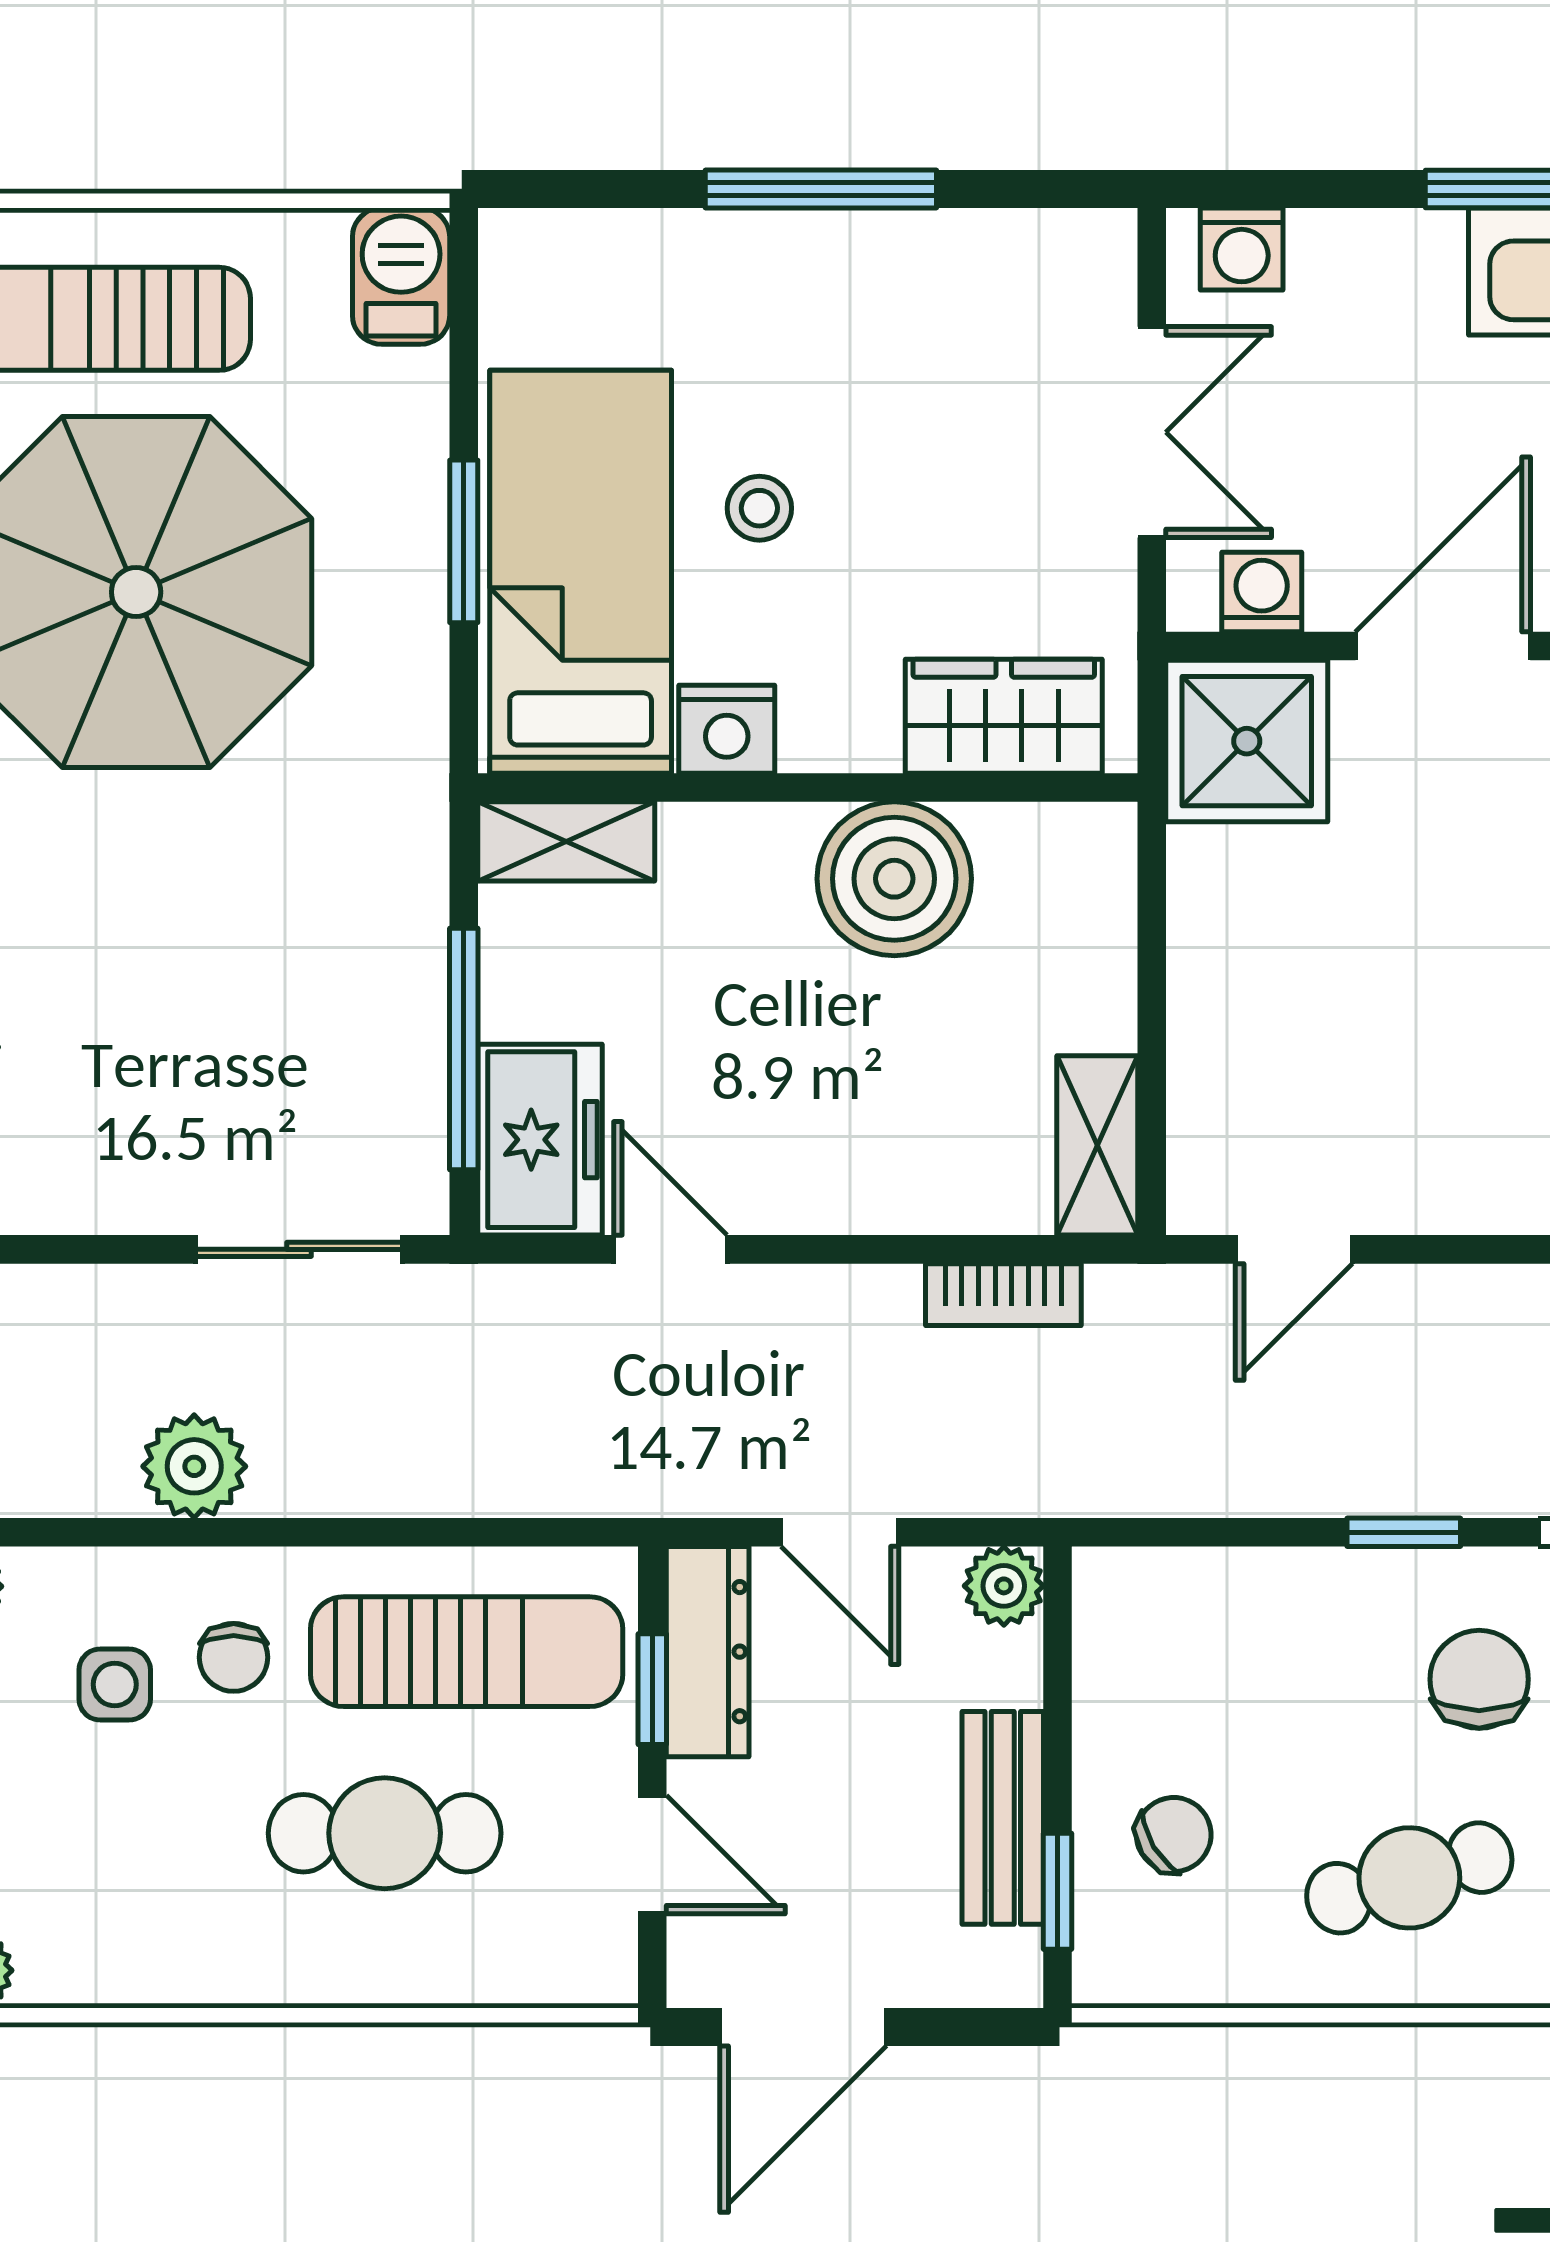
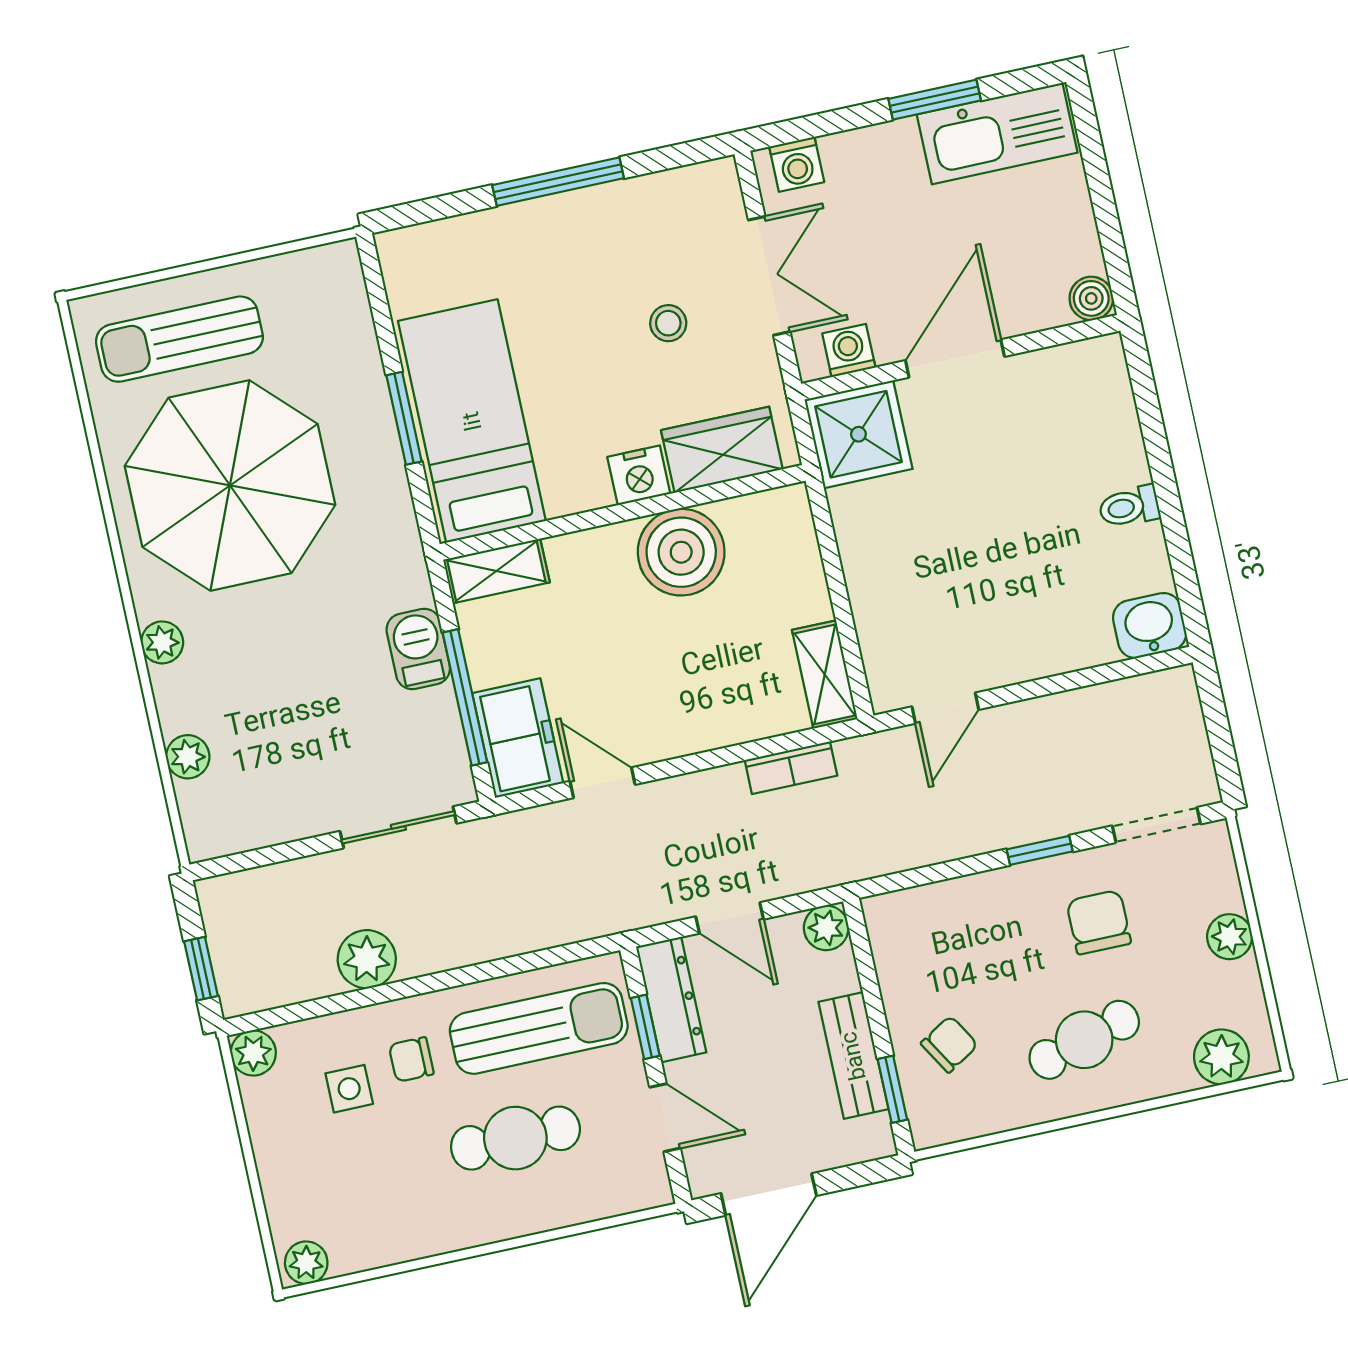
barbecue: (401, 276) -> (418, 649), moved
stool: (759, 508) -> (668, 323), moved
nightstand: (727, 729) -> (639, 475), moved
chair: (234, 1657) -> (411, 1059), turned 90

